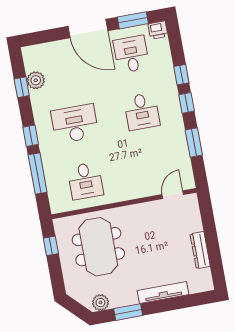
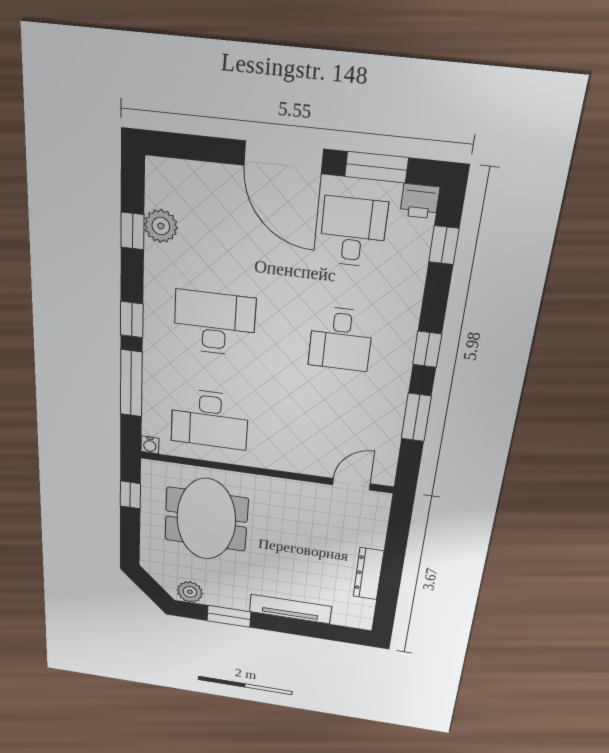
window: (181, 75) -> (444, 245), moved
desk: (85, 181) -> (210, 419), width x1.37
water cooler: (56, 208) -> (150, 445), added

